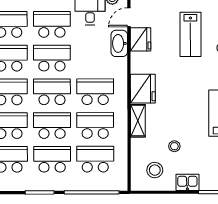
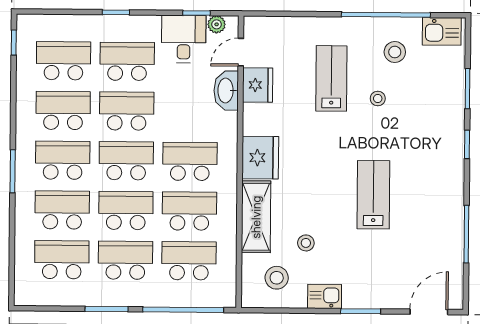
lab bench: (190, 34) -> (331, 78), turned 180
shelving: (138, 121) -> (256, 217), width x1.50, depth x1.33

